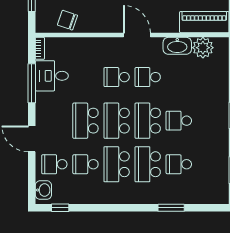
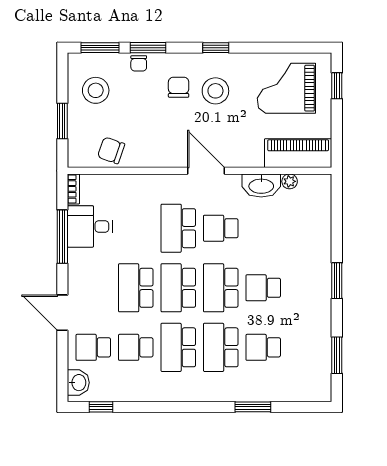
plant: (203, 48) -> (290, 181), width x0.53, depth x0.53
school desk: (117, 77) -> (178, 228), width x1.85

